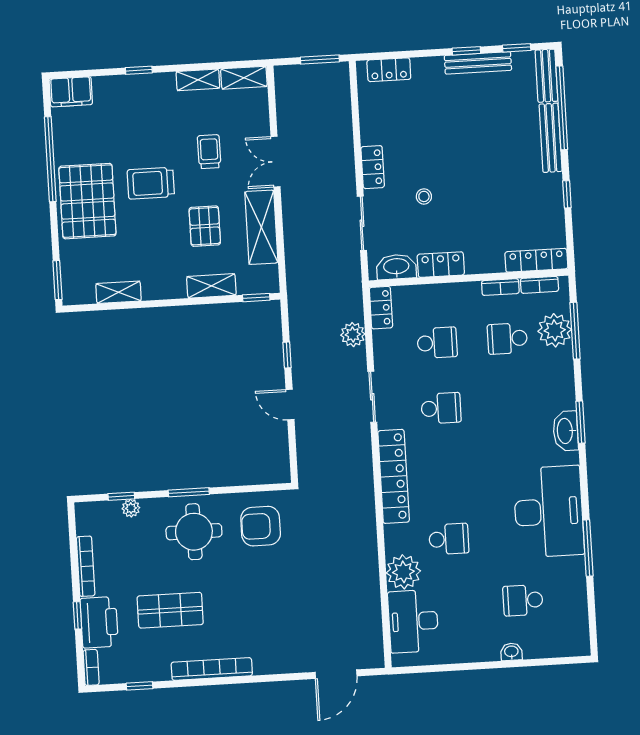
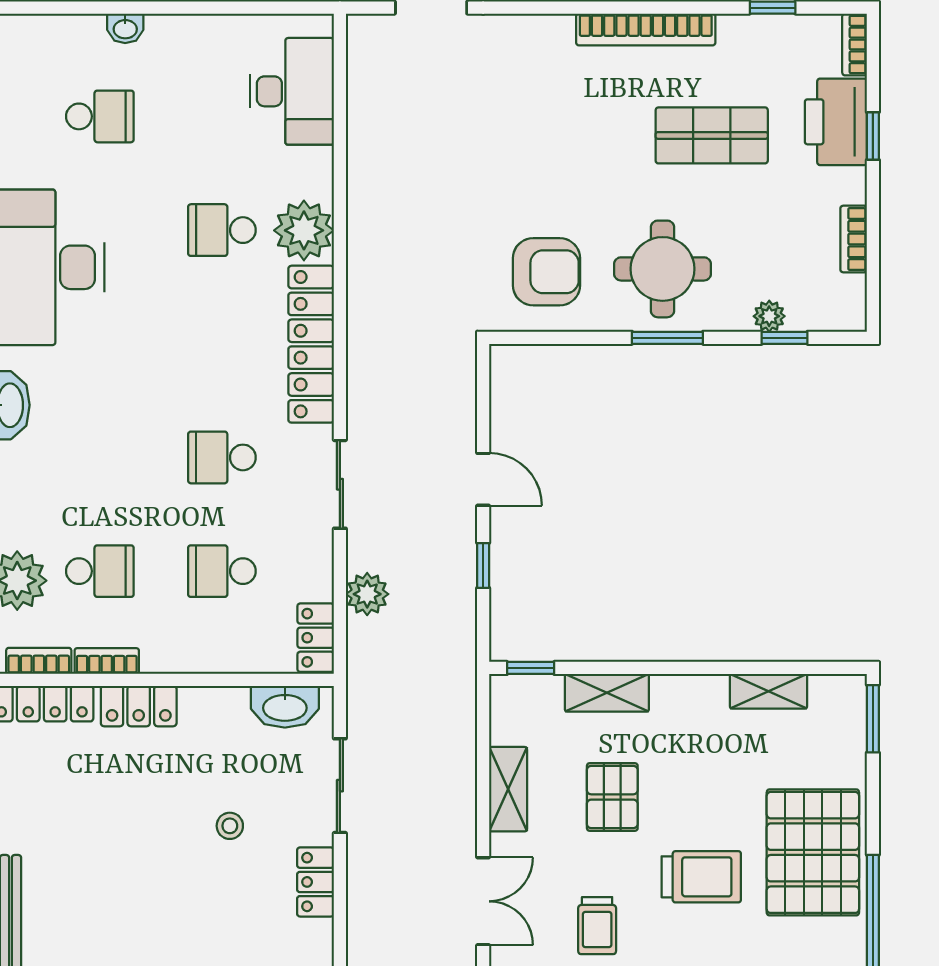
shelving: (261, 227) -> (508, 789), width x0.67, depth x0.75
locker: (441, 265) -> (139, 706), moved
bookcase: (86, 566) -> (854, 239), width x0.64
plant: (403, 572) -> (304, 230), moved

